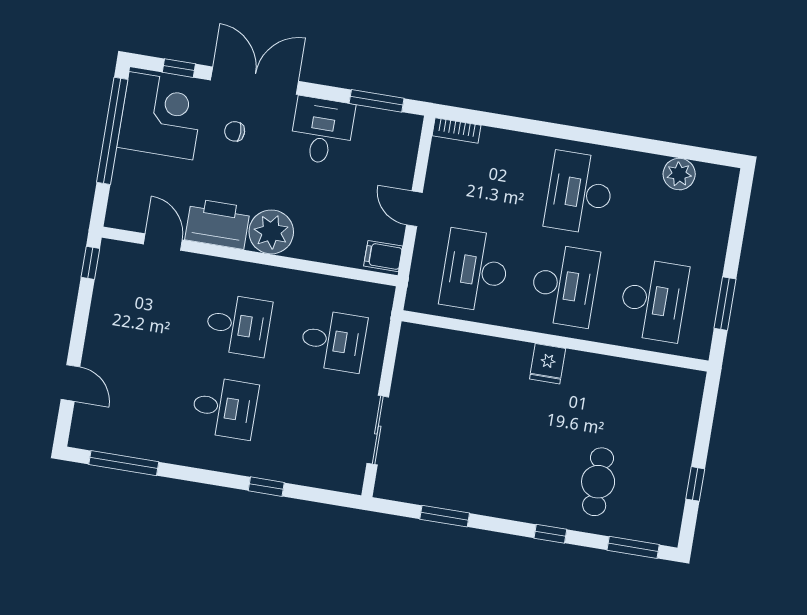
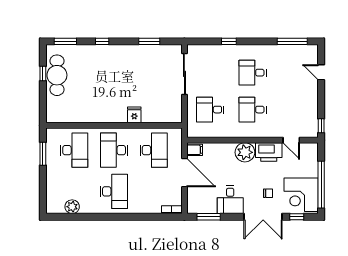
door: (414, 209) -> (184, 173), width x1.88
desk: (653, 300) -> (74, 150), turned 180
fridge: (548, 364) -> (134, 115), moved
sliding door: (378, 430) -> (184, 74), width x1.37
cafe table: (598, 482) -> (57, 75), moved, width x1.37, depth x1.35

